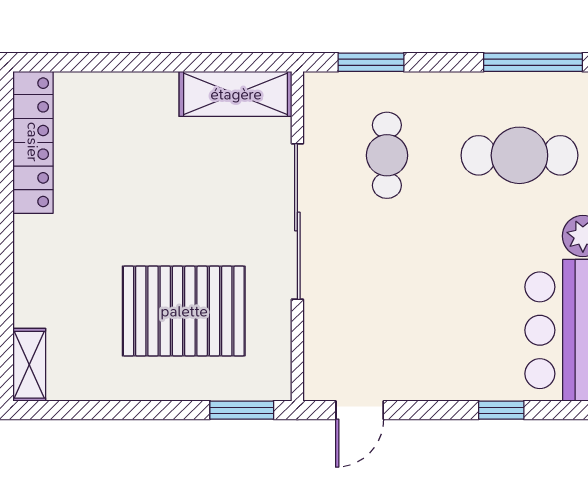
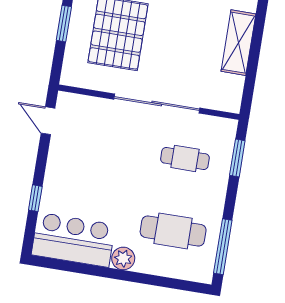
shelving: (236, 94) -> (238, 43), moved
cafe table: (519, 155) -> (173, 231), turned 90
window: (242, 410) -> (64, 24), moved

